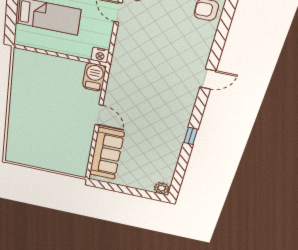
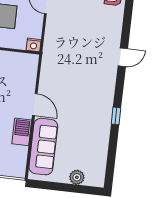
barbecue: (94, 77) -> (22, 132), moved
plant: (162, 188) -> (77, 177), moved

